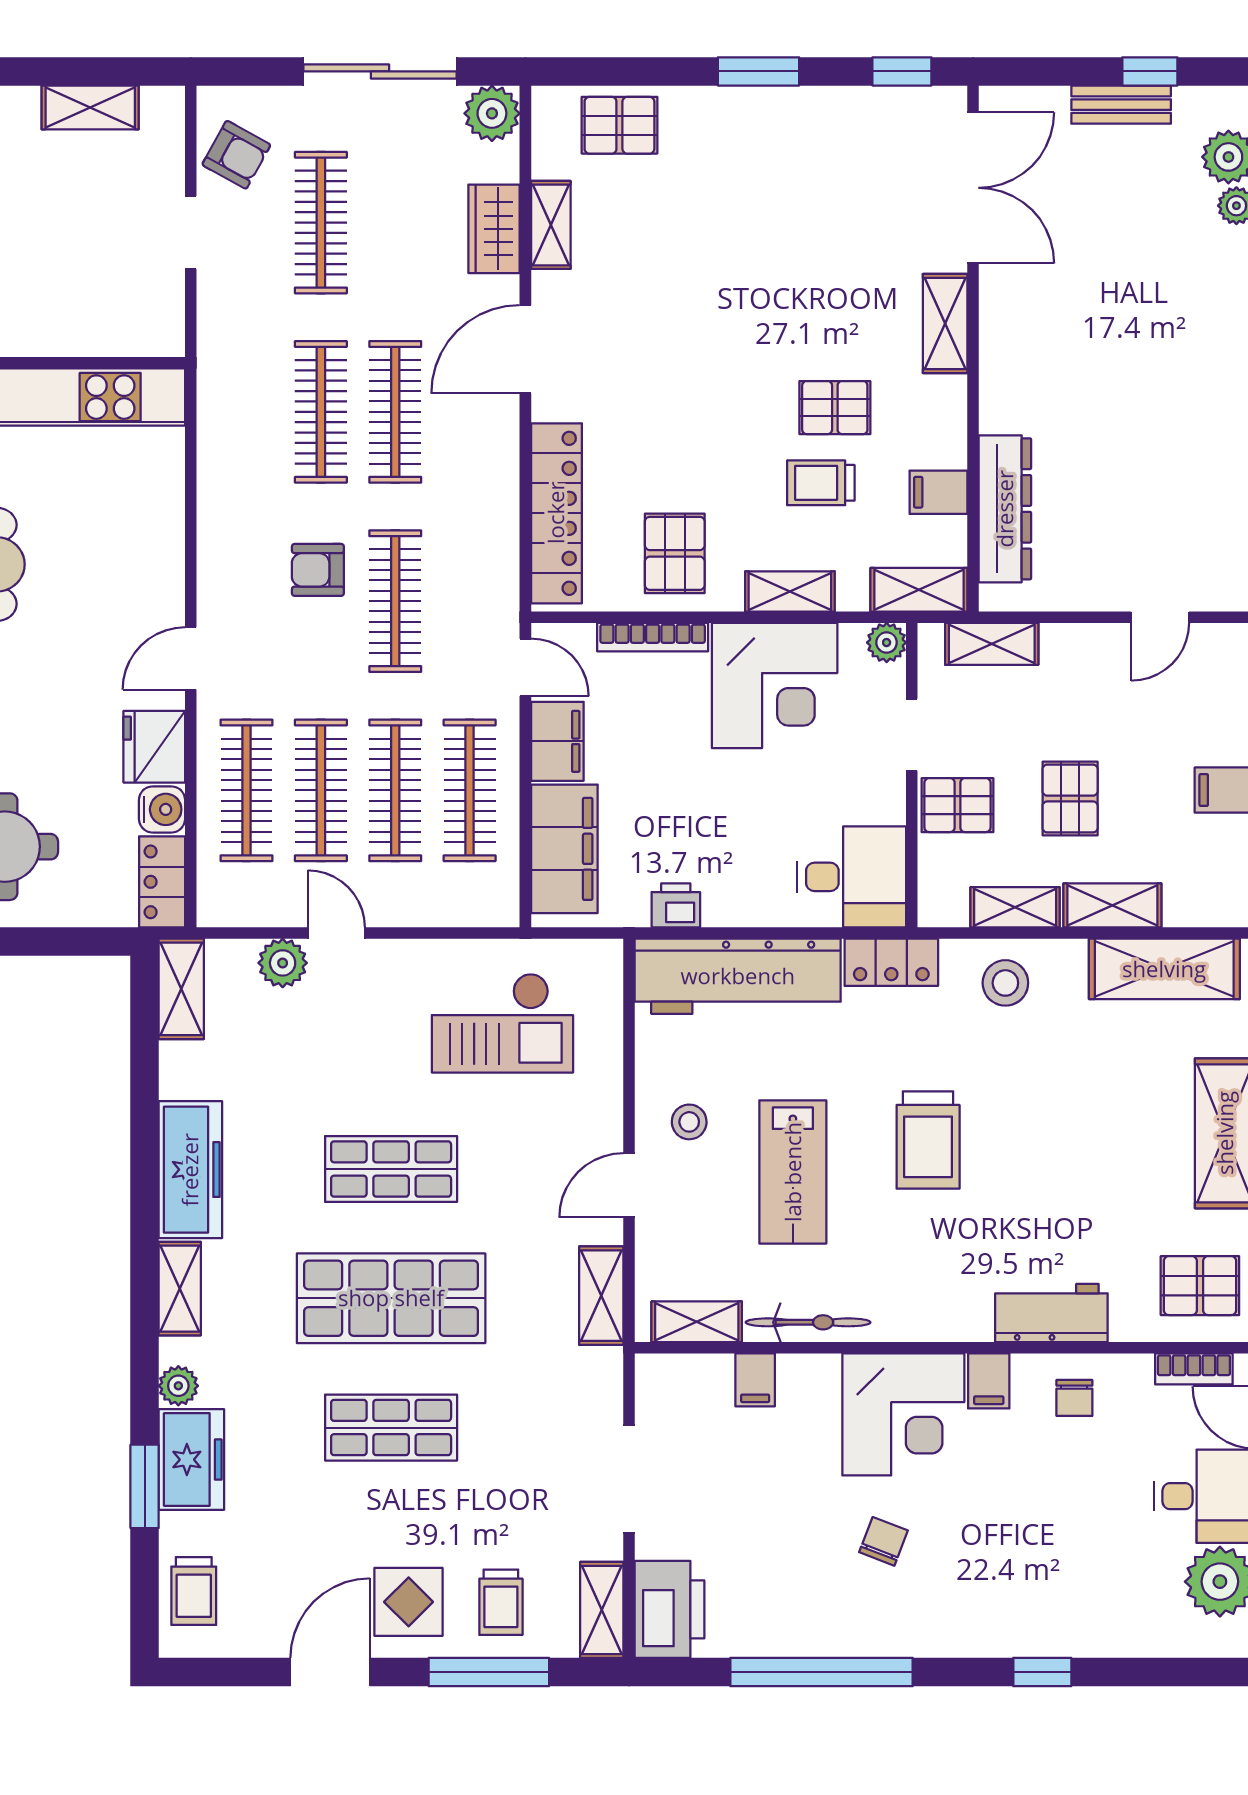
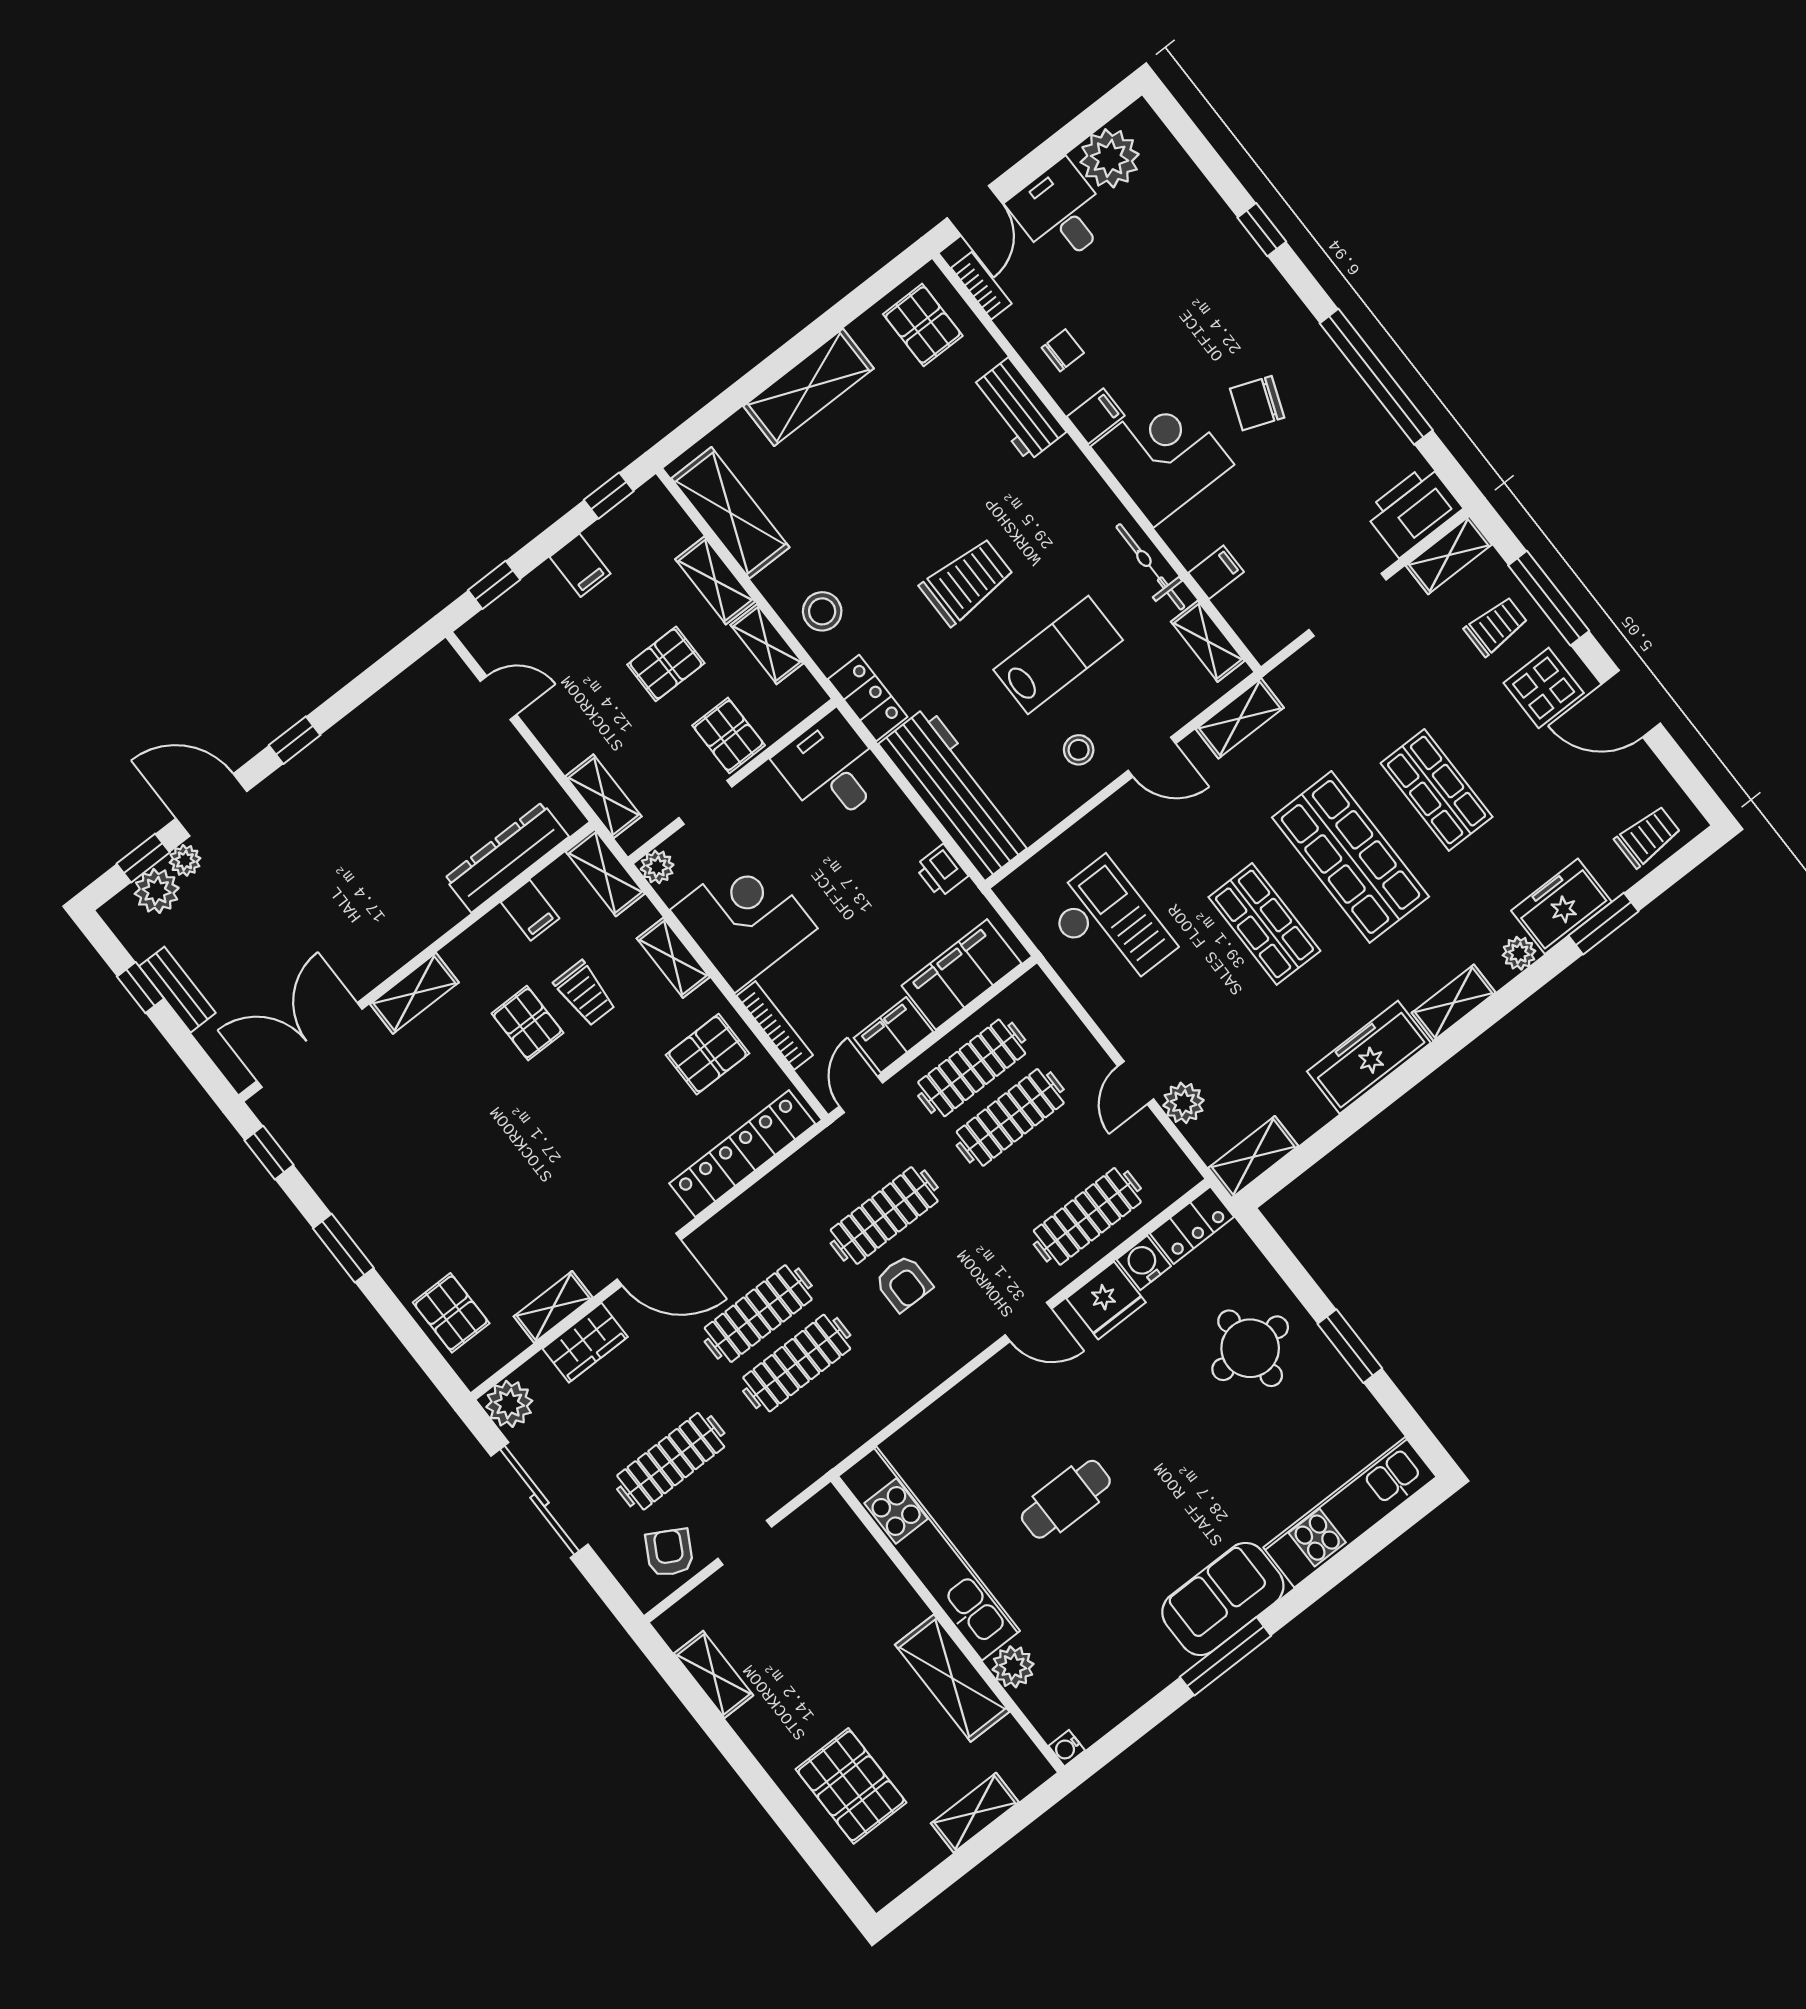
clothes rail: (321, 790) -> (1049, 1167), removed
chair: (883, 1541) -> (1257, 403), width x1.37, depth x1.37

